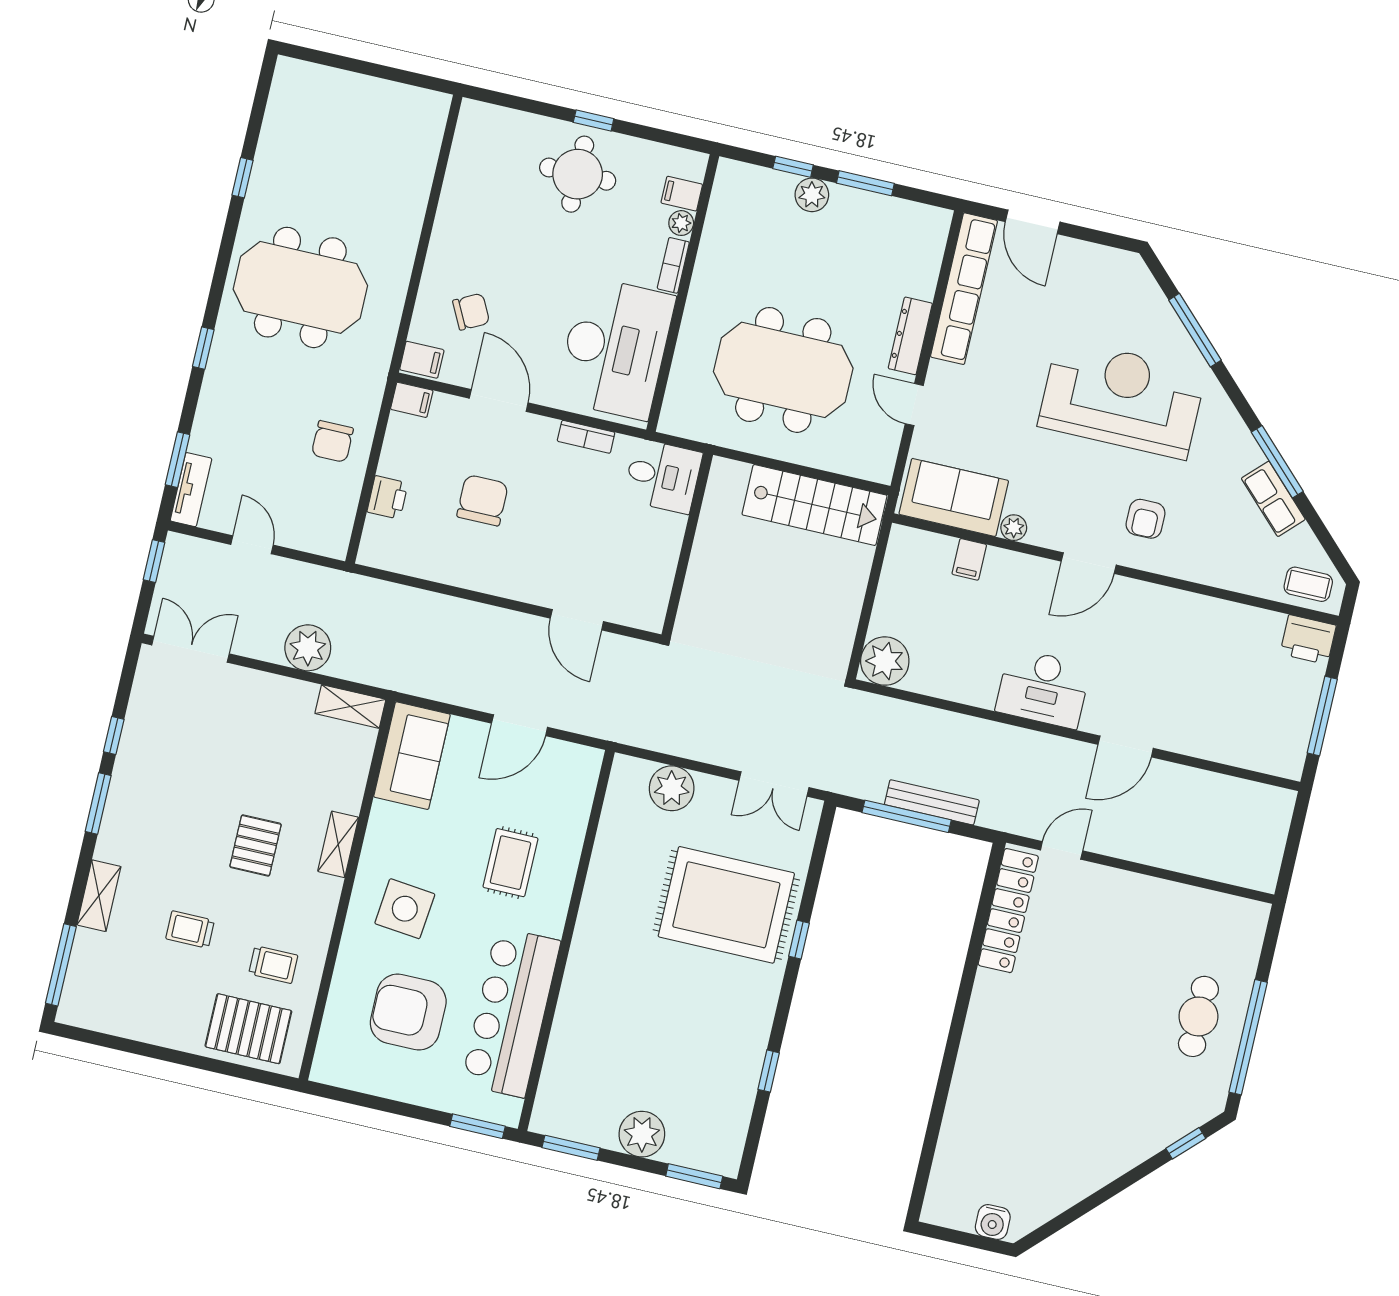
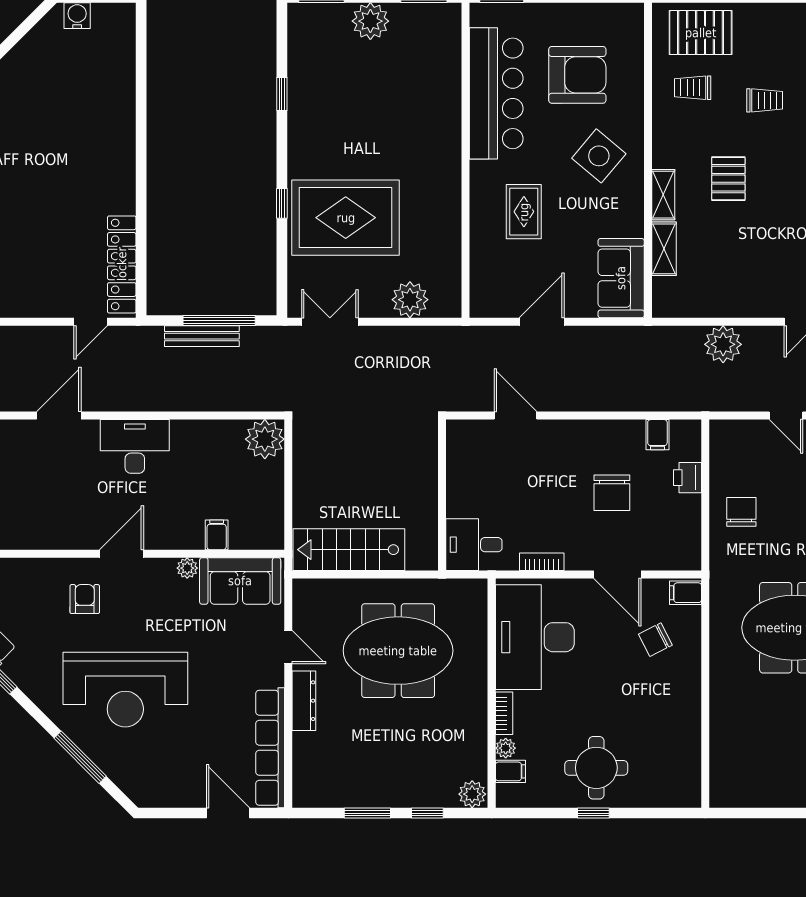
plant: (812, 195) -> (472, 794), moved
filing cabinet: (412, 400) -> (657, 435), moved, turned -90
shelving: (350, 706) -> (664, 249), moved, turned 90
side table: (405, 909) -> (599, 156), turned 34

